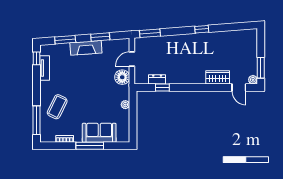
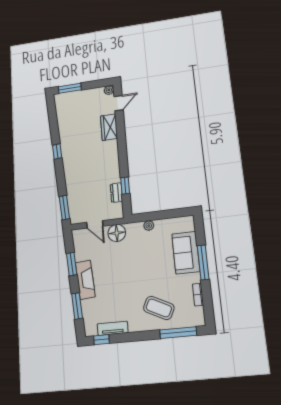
window: (261, 68) -> (70, 88), moved

